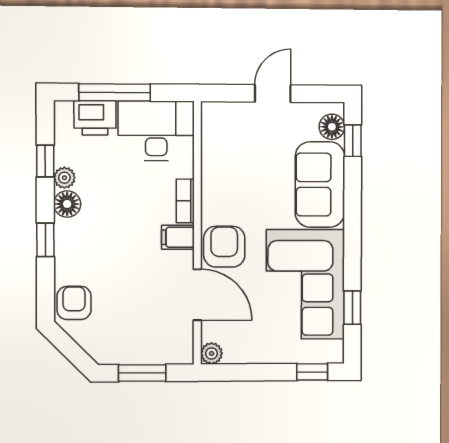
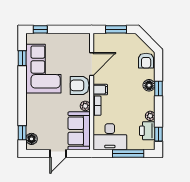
printer: (95, 118) -> (147, 131), moved, turned -90
window: (45, 161) -> (159, 134), moved
sofa: (320, 185) -> (79, 131), moved, turned 180
floor lamp: (67, 204) -> (149, 85), moved
armchair: (224, 247) -> (80, 85), turned 90
door: (197, 295) -> (92, 64), swing flipped
plant: (212, 353) -> (85, 106), moved

